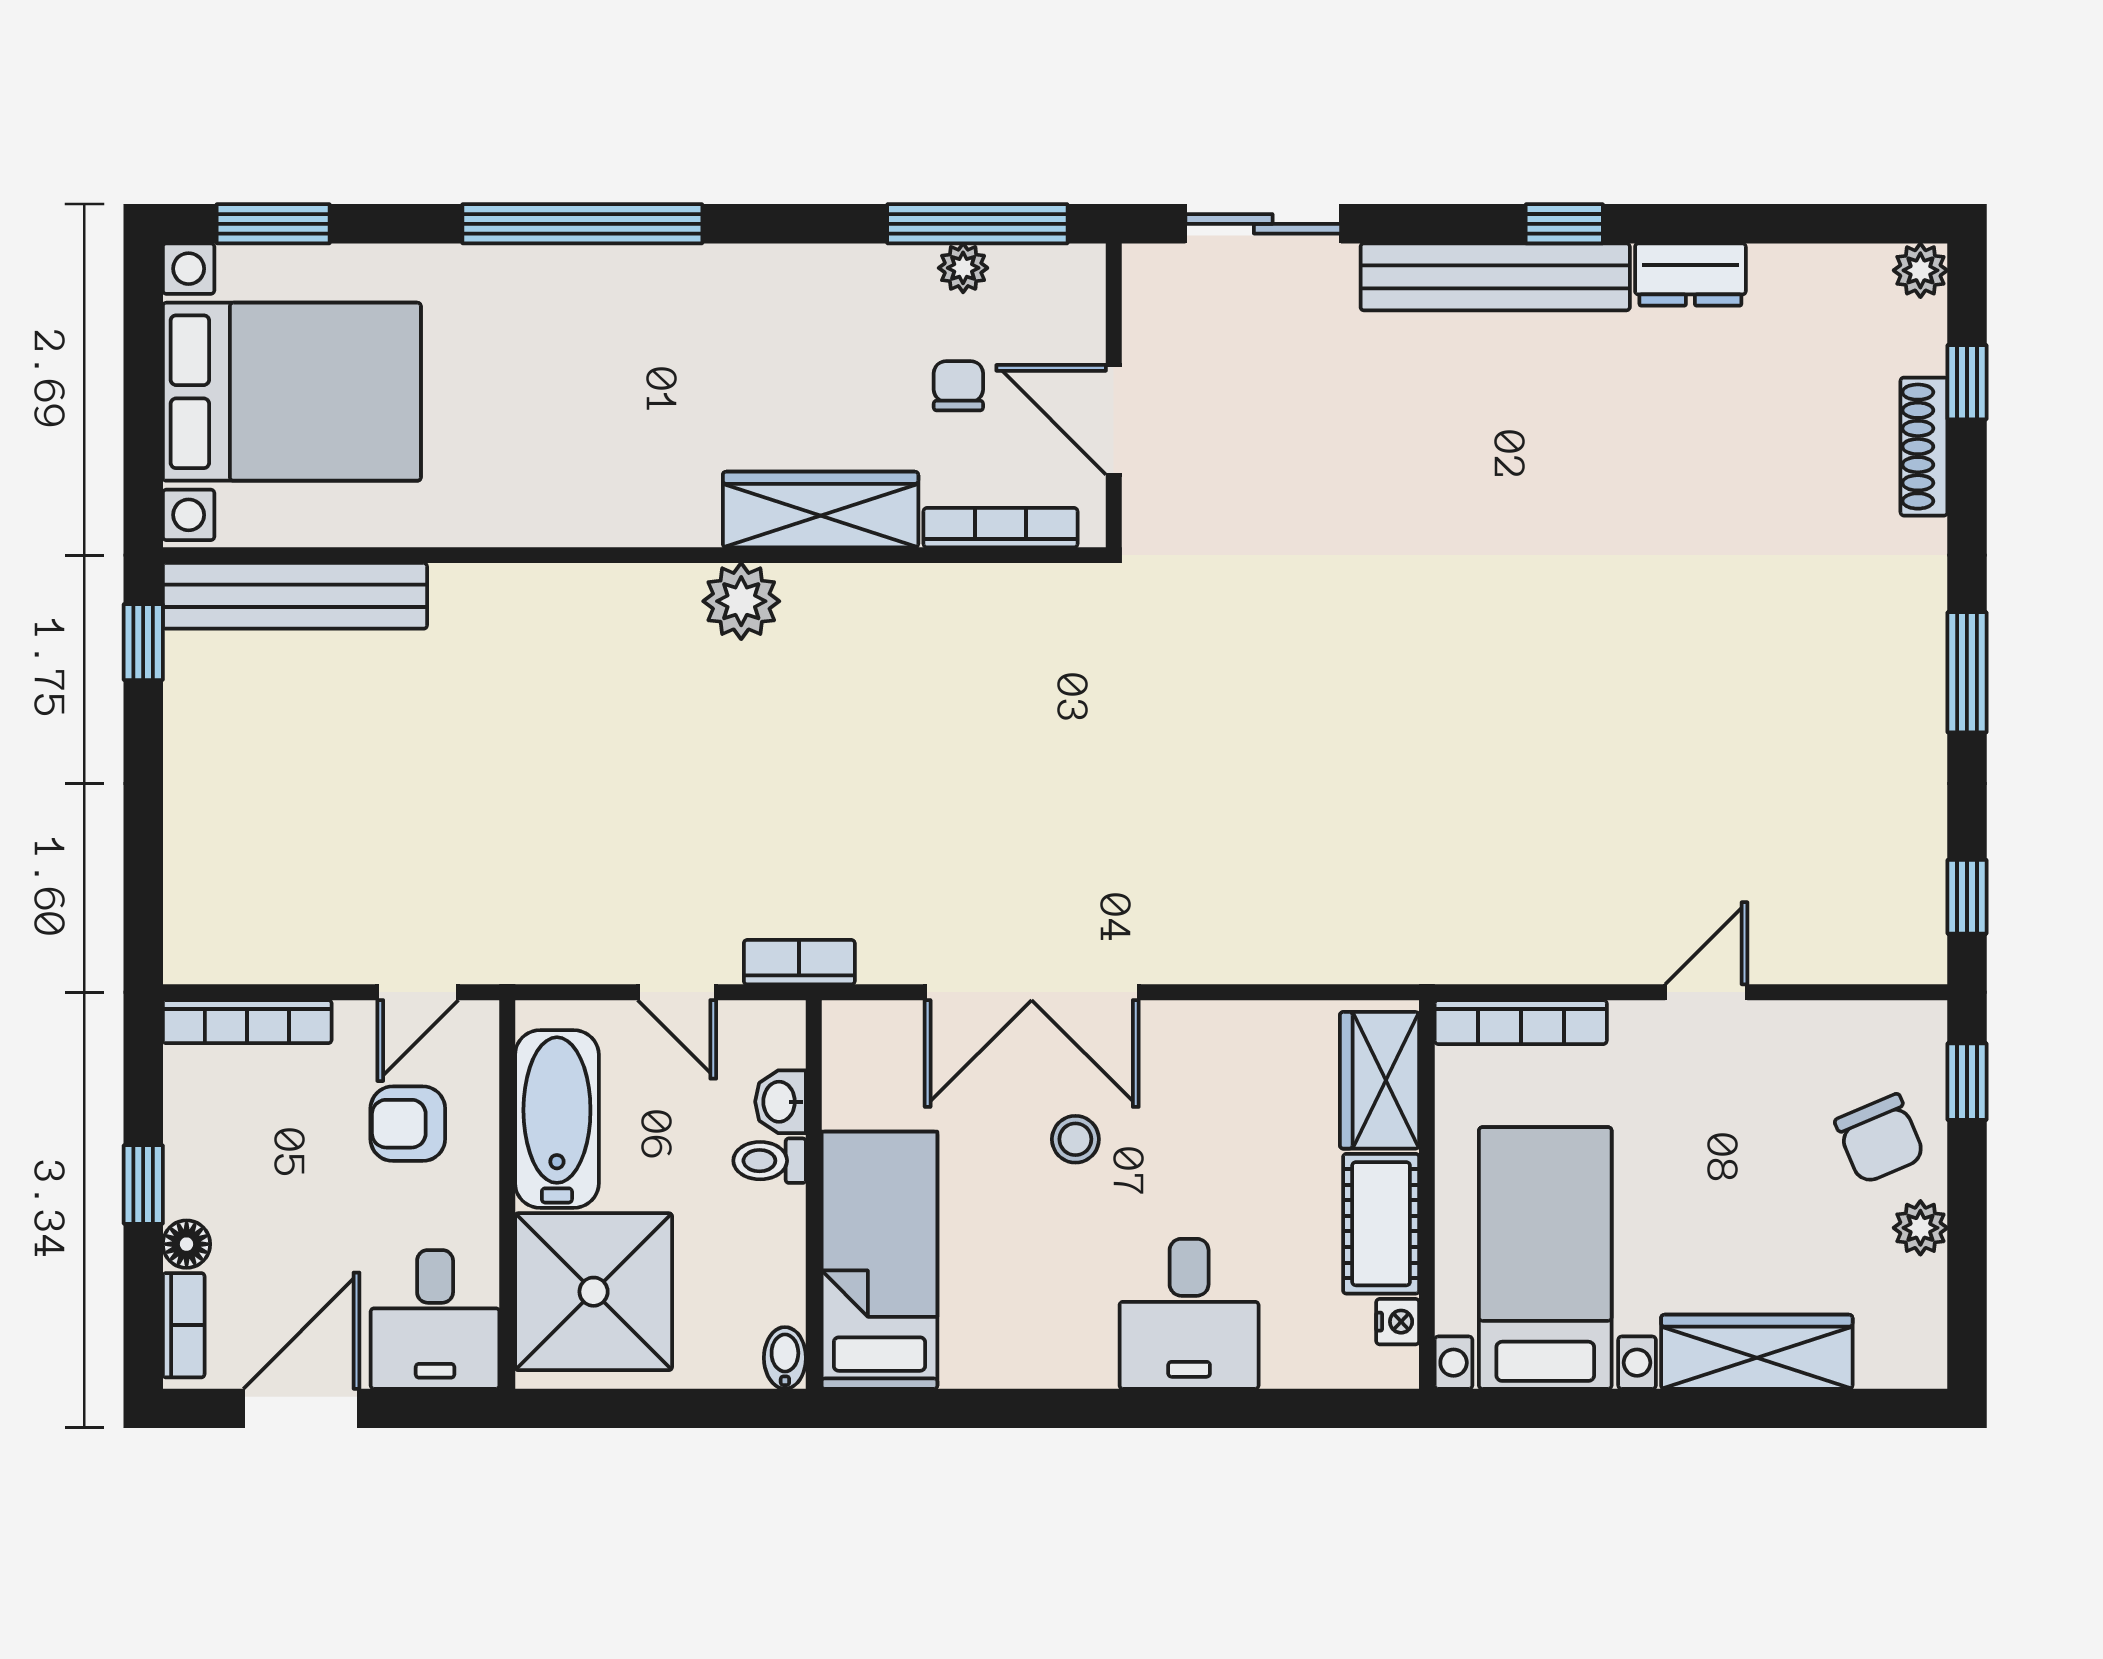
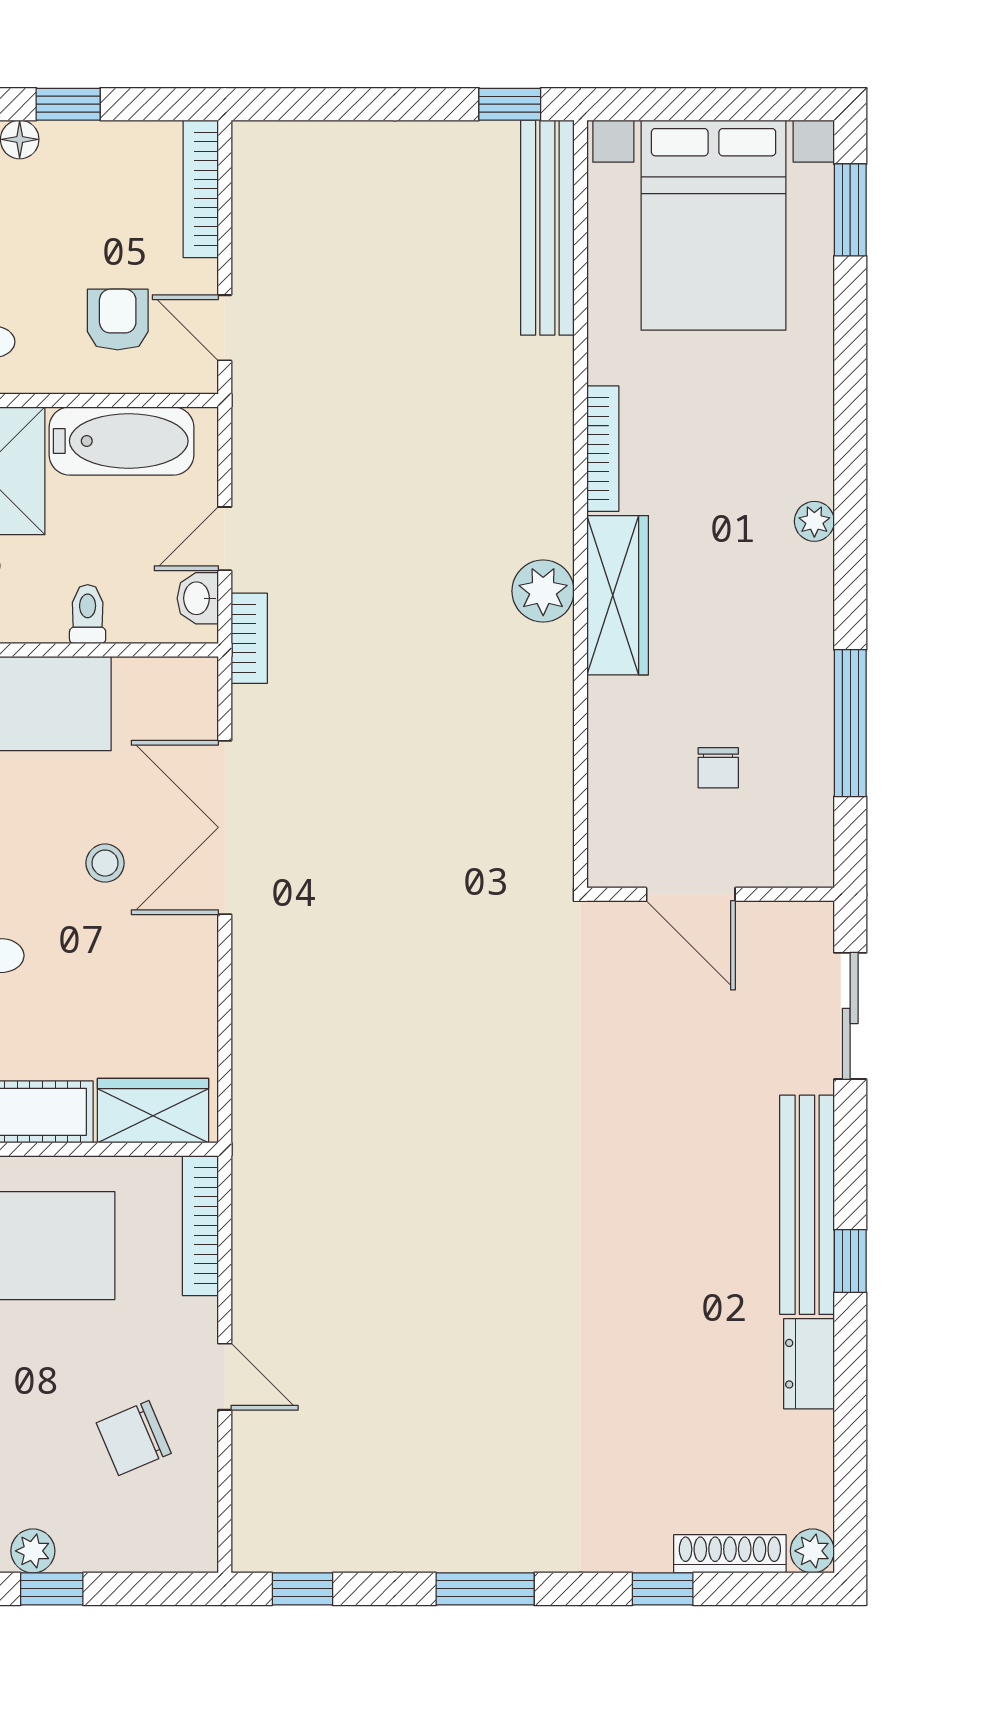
window: (582, 224) -> (850, 462), removed
window: (977, 224) -> (850, 723), moved
plant: (963, 268) -> (814, 521), moved
window: (1967, 382) -> (663, 1589), moved
chair: (958, 386) -> (718, 768), turned 90
door: (1114, 420) -> (691, 894), swing flipped
shoe rack: (1924, 447) -> (730, 1554), moved
wardrobe: (821, 510) -> (618, 595), moved
bookcase: (1001, 528) -> (603, 449), moved
window: (1967, 1082) -> (52, 1589), moved
washbasin: (781, 1102) -> (198, 598), moved, turned -90
chair: (1880, 1139) -> (134, 1438), moved

